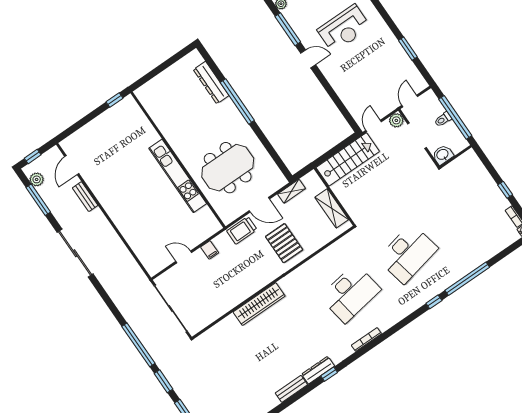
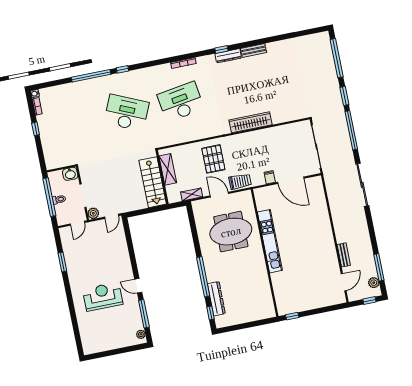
window: (211, 63) -> (210, 313), added
stairs: (348, 159) -> (153, 182), moved, turned -90
sliding door: (75, 253) -> (362, 185), moved
desk: (408, 254) -> (127, 113), turned 36
door: (184, 257) -> (291, 180), width x1.87

